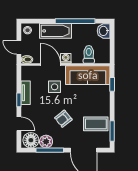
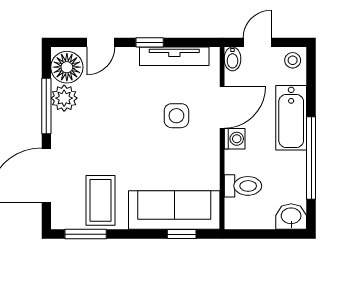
sofa: (88, 75) -> (174, 210), moved, turned 90
tv unit: (26, 93) -> (174, 56), width x1.41
armchair: (63, 119) -> (111, 134), removed

